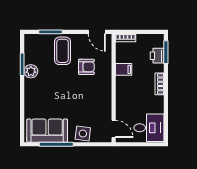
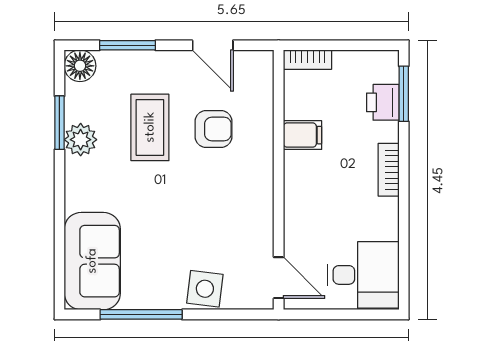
door: (97, 32) -> (213, 45), moved
floor lamp: (31, 40) -> (80, 66), added
coffee table: (62, 51) -> (150, 127), moved
sofa: (47, 131) -> (92, 261), moved, turned 90

